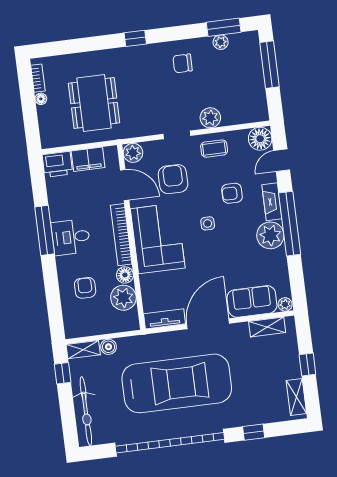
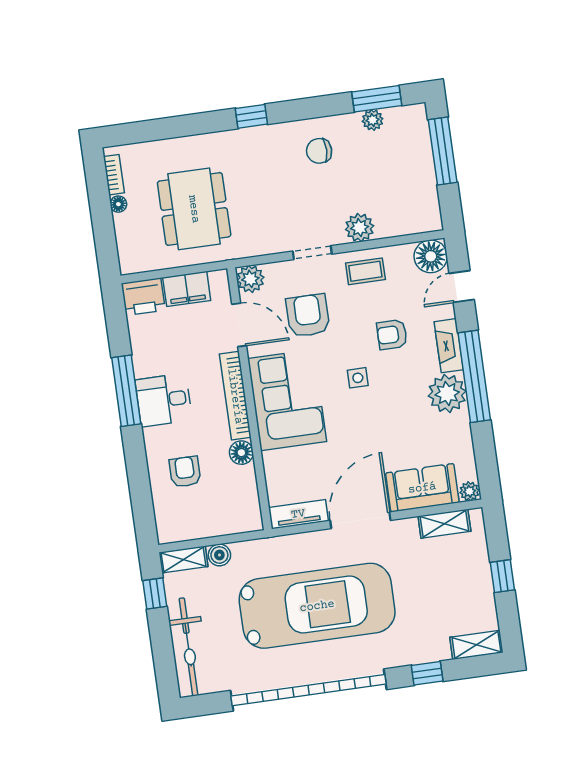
plant: (123, 298) -> (240, 485), removed
shelving: (296, 397) -> (476, 645), moved, turned 90

